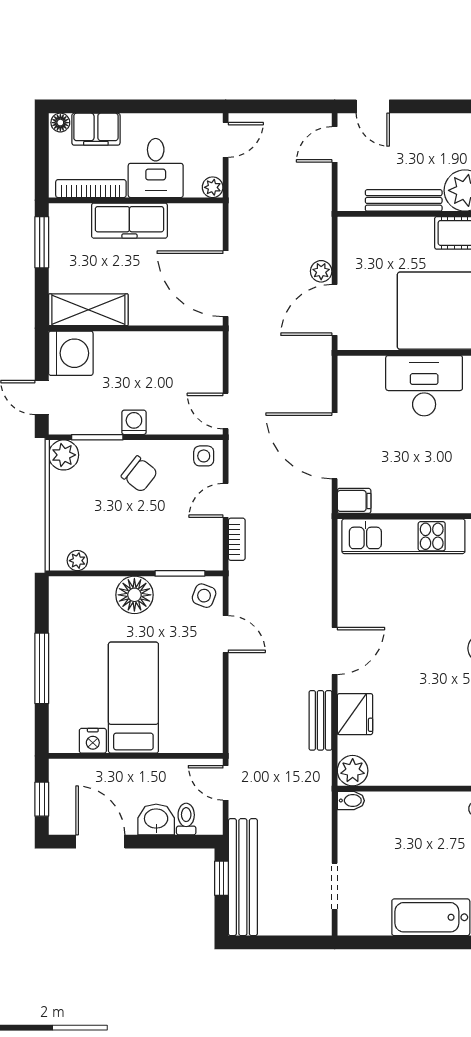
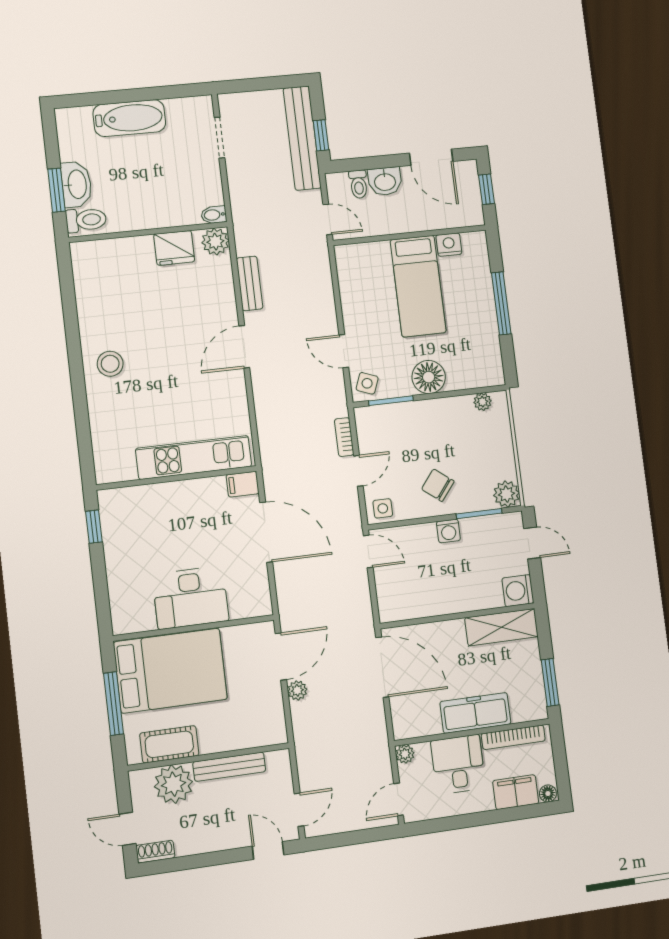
washing machine: (71, 353) -> (518, 591), width x0.73, depth x0.73
fridge: (355, 714) -> (174, 248), moved, turned -90

